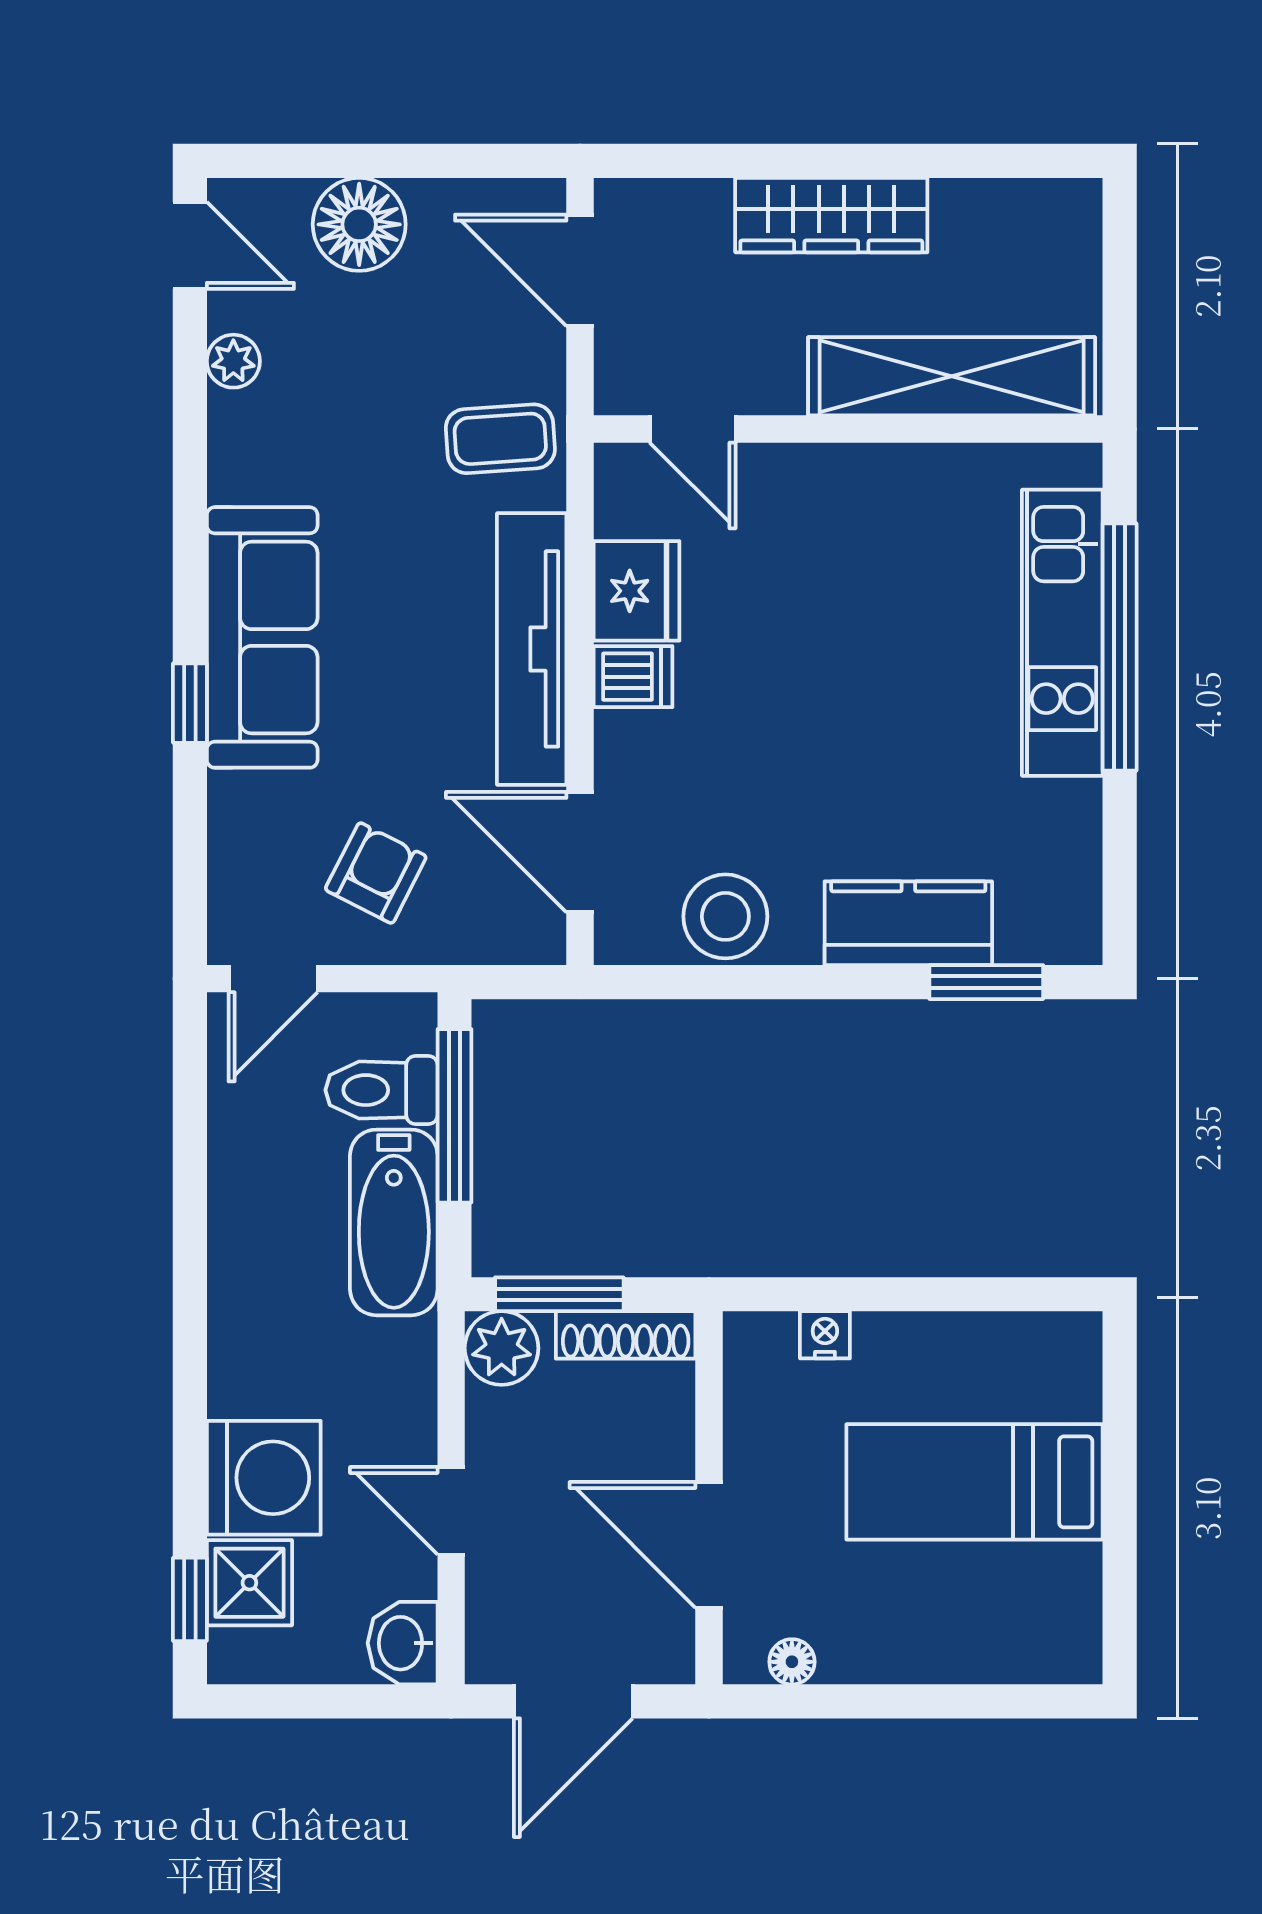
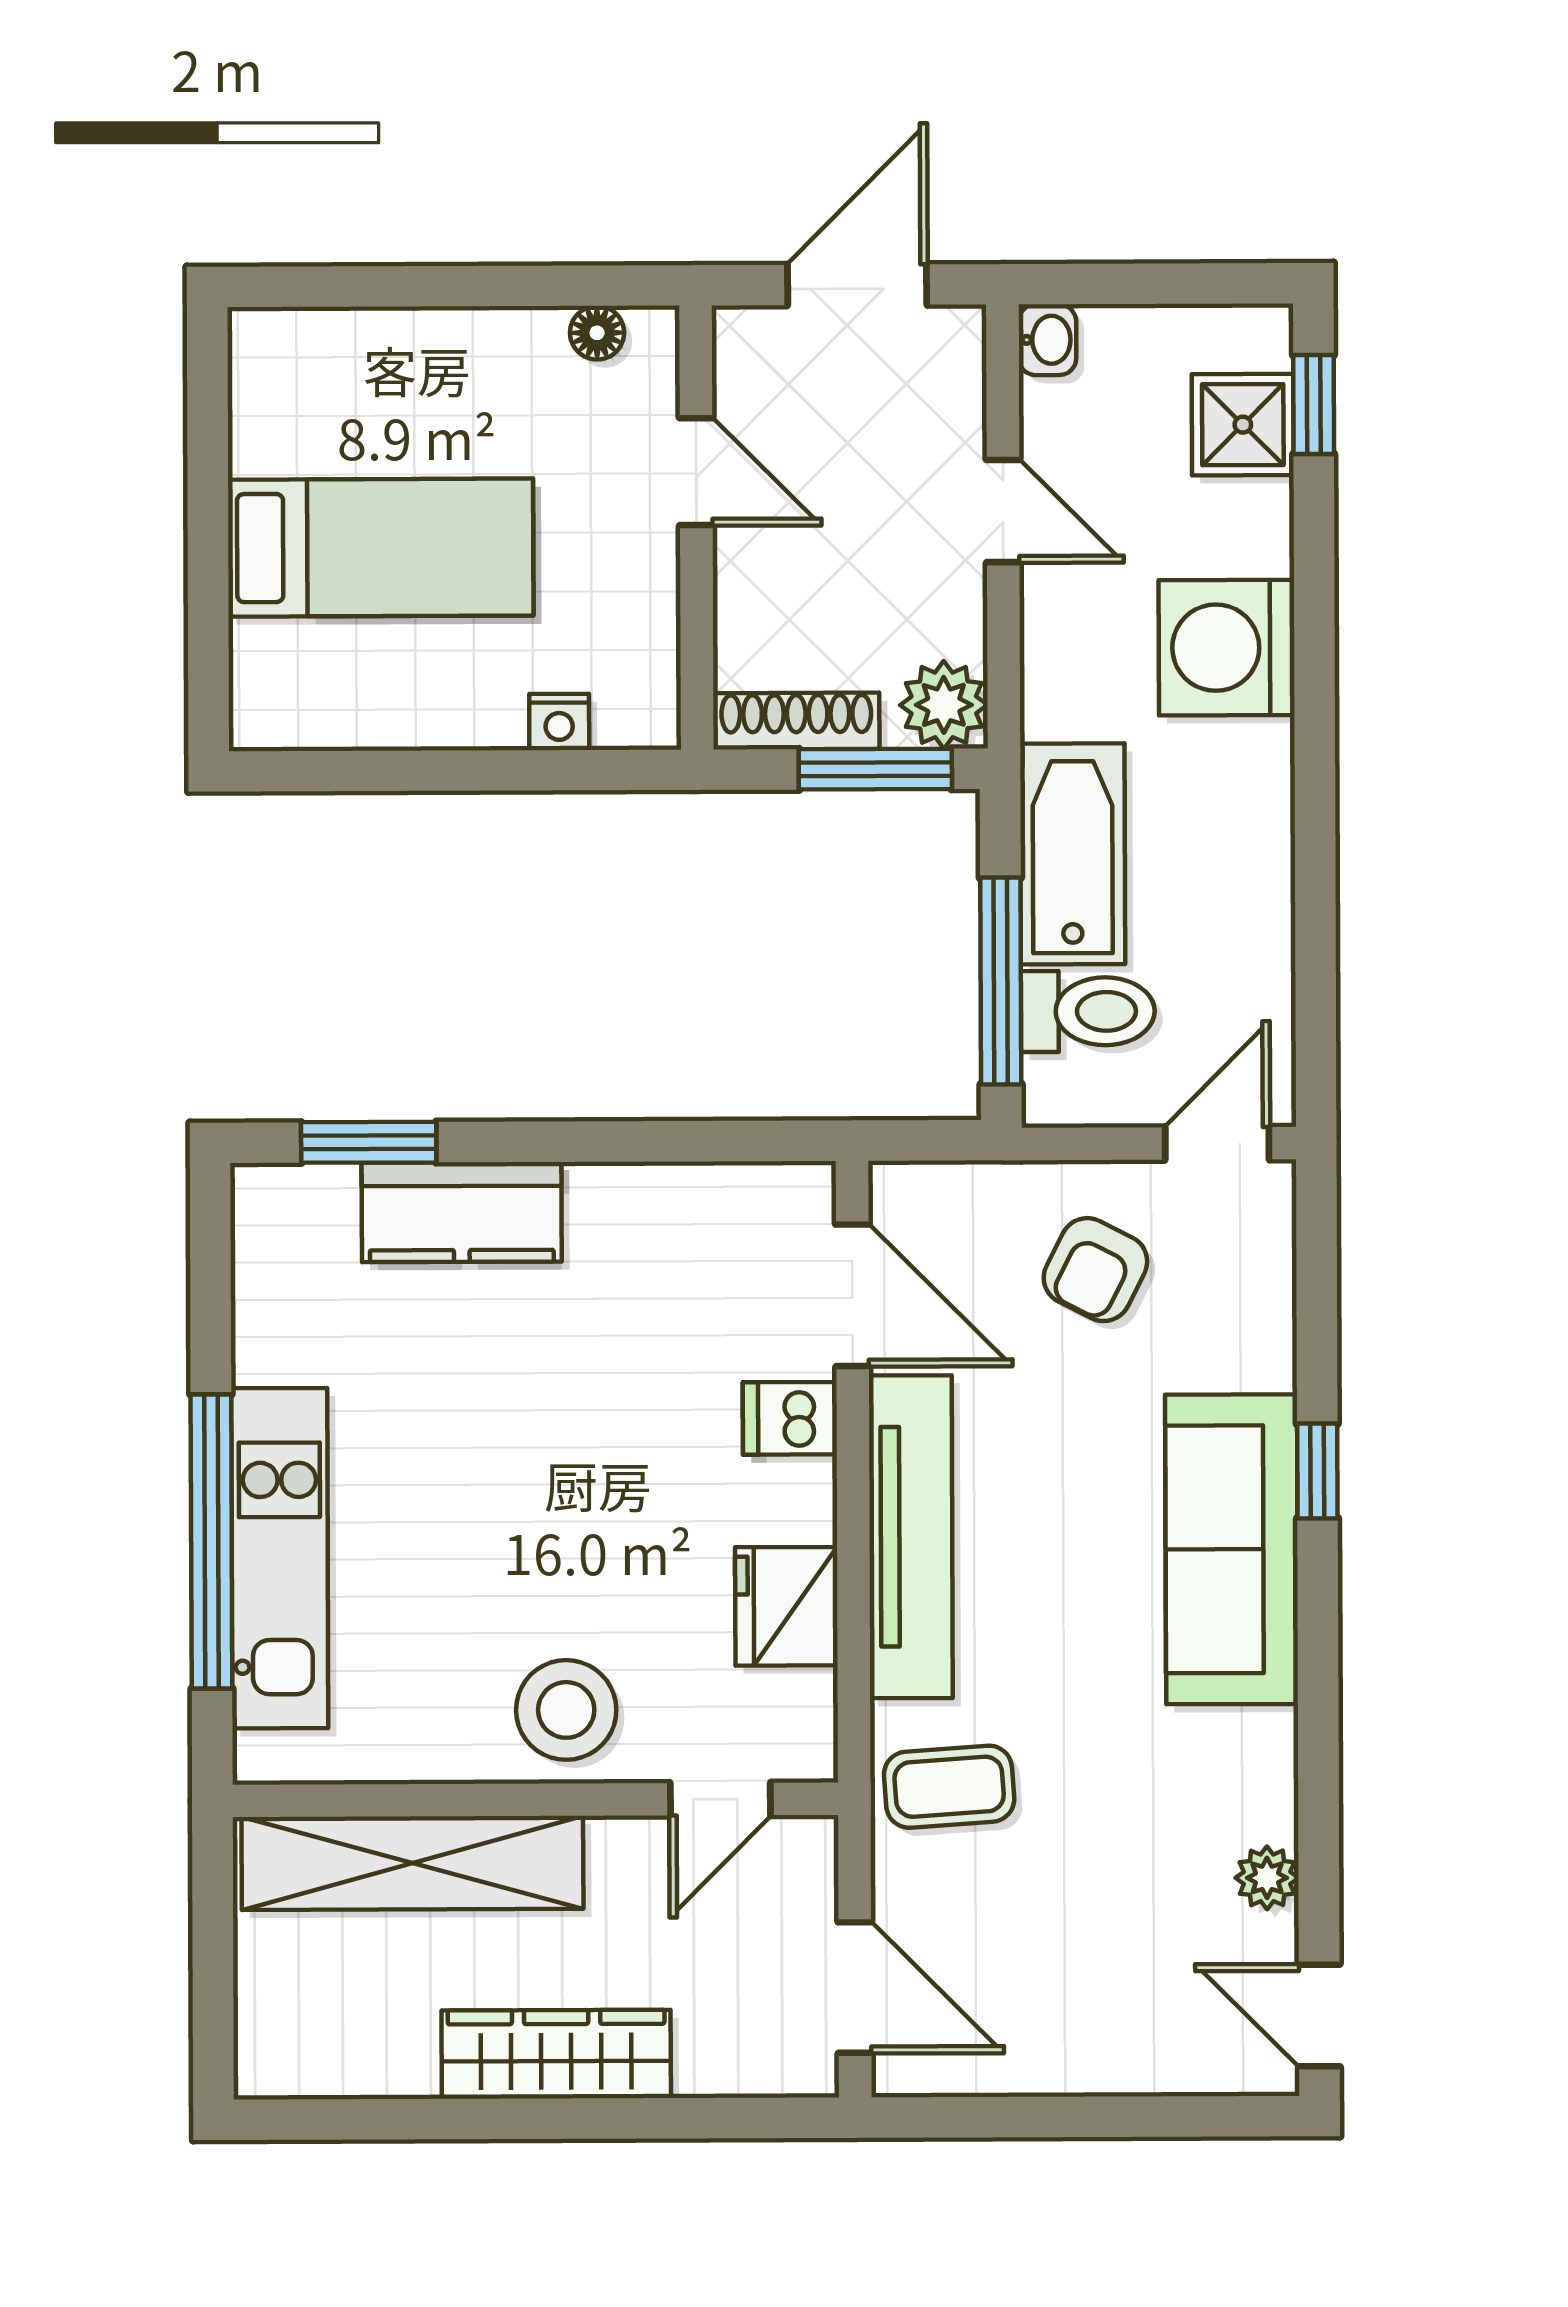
floor lamp: (359, 224) -> (1118, 2041), removed
door: (693, 429) -> (720, 1799), swing flipped
dishwasher: (633, 677) -> (790, 1418), moved
stool: (725, 916) -> (566, 1710), moved
washing machine: (264, 1478) -> (1227, 648), moved
door: (709, 1545) -> (696, 472), width x0.73
washbasin: (403, 1643) -> (1047, 340), width x0.72, depth x0.69

